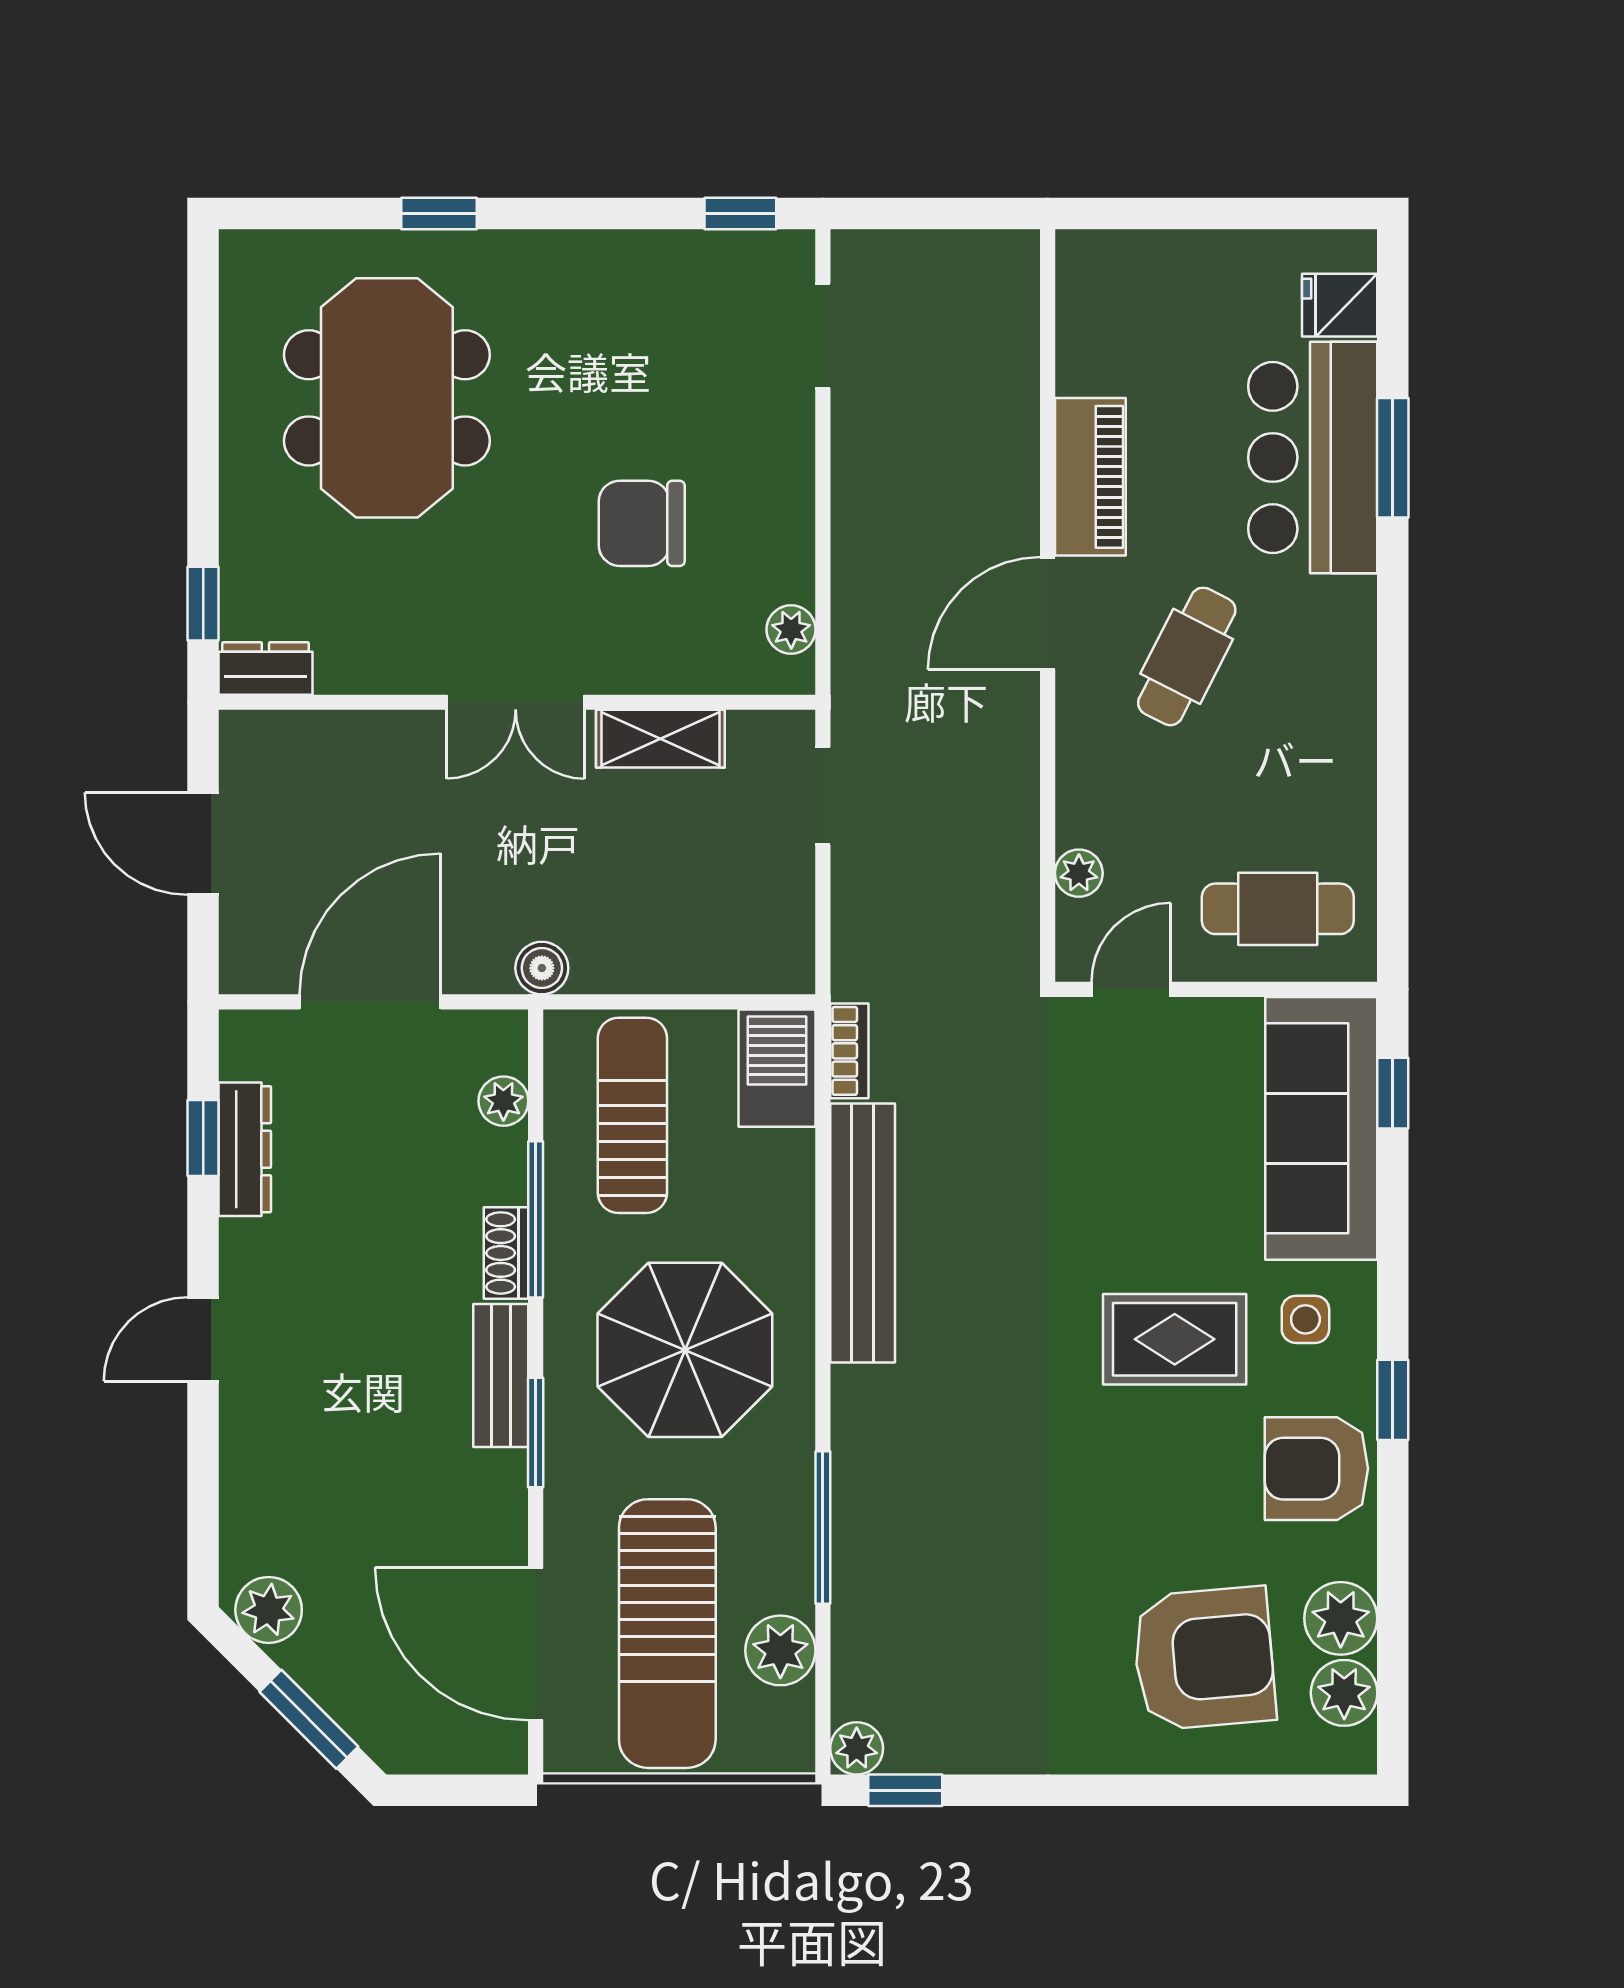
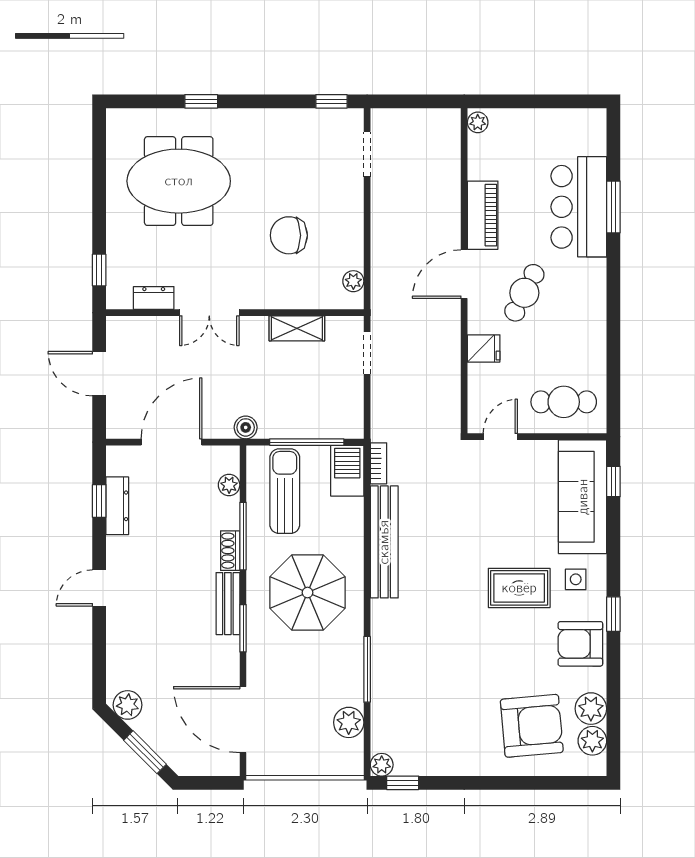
fridge: (1340, 305) -> (484, 348), moved, turned 180
meeting table: (387, 398) -> (179, 181), turned 90
dresser: (265, 668) -> (154, 298), moved
double door: (516, 702) -> (209, 313), moved
plant: (1079, 873) -> (478, 122), moved
window: (683, 1002) -> (307, 442), added
sun lounger: (667, 1634) -> (300, 715), removed

